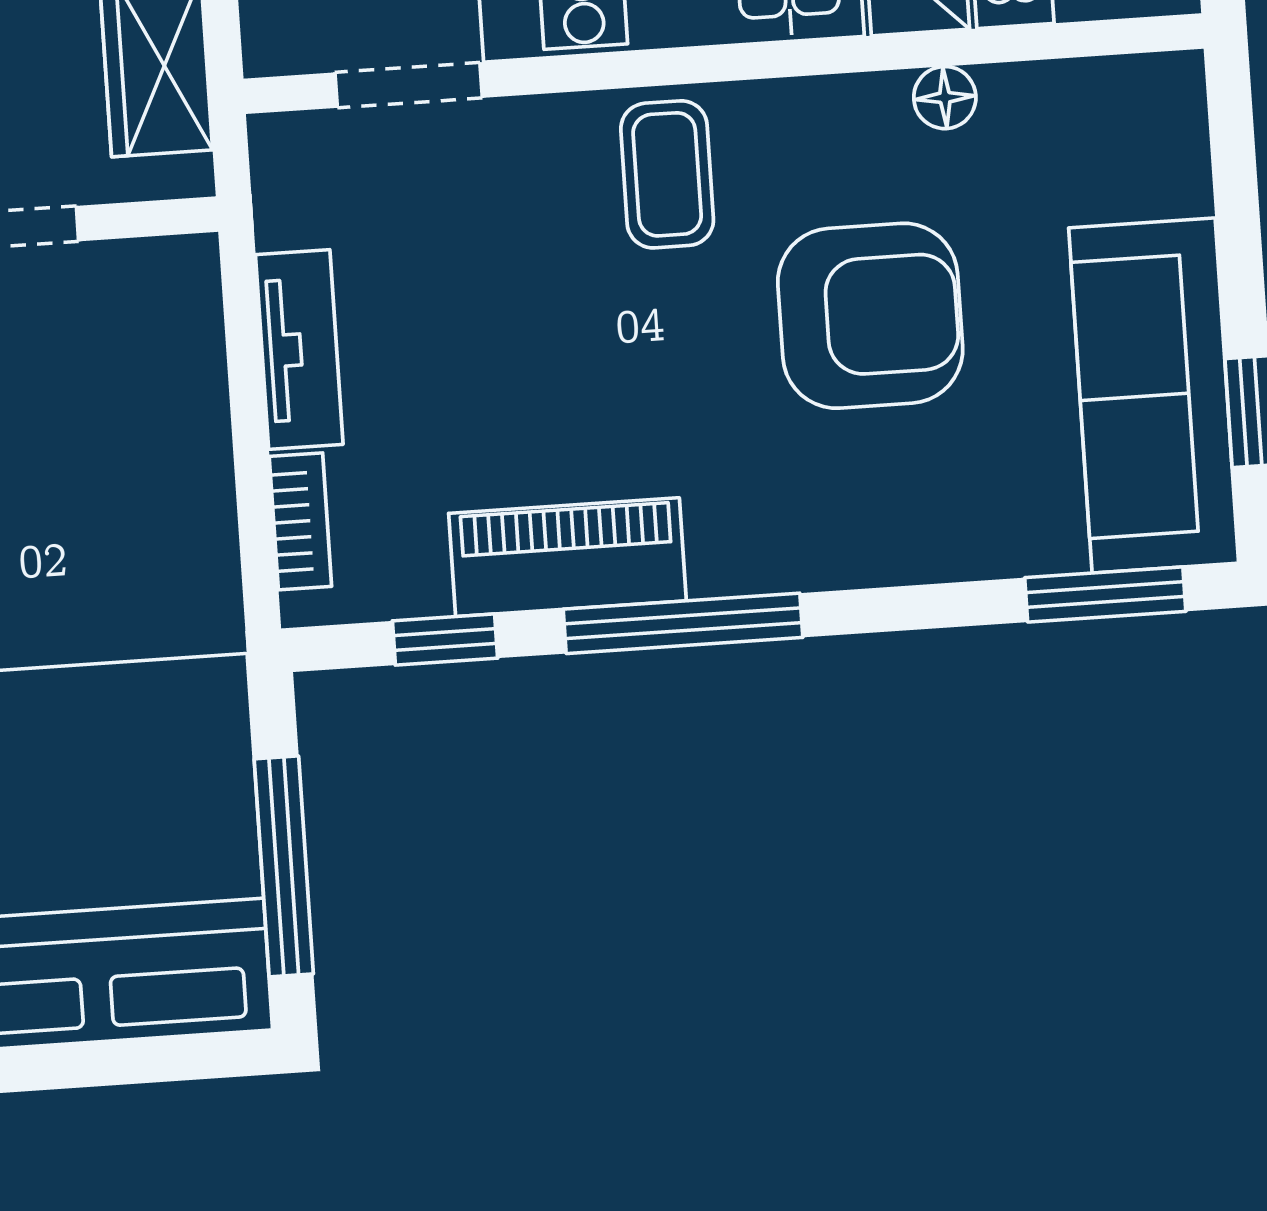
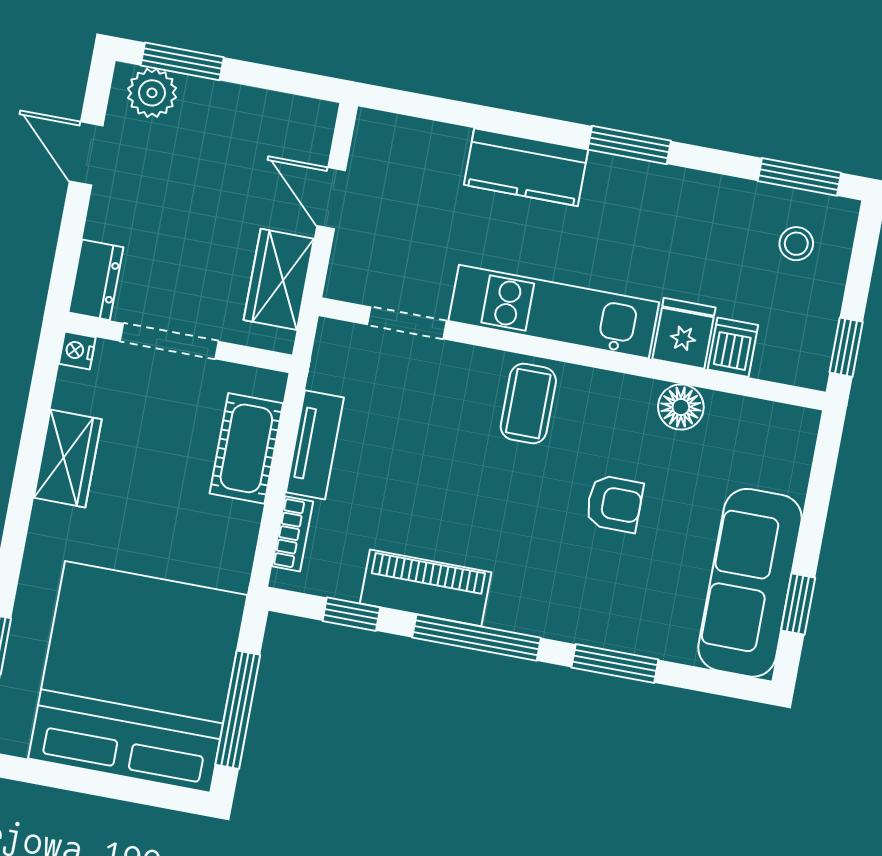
floor lamp: (945, 98) -> (681, 407), width x1.37, depth x1.37
armchair: (870, 316) -> (614, 504), width x0.53, depth x0.53
cot: (177, 388) -> (246, 448), added
window: (1105, 594) -> (615, 663), moved

